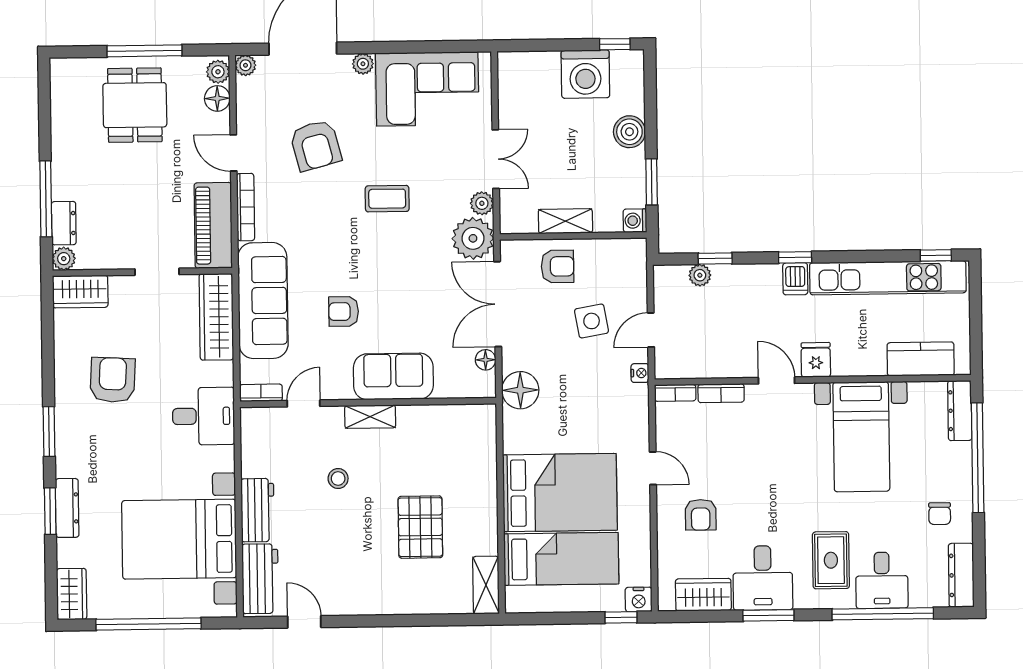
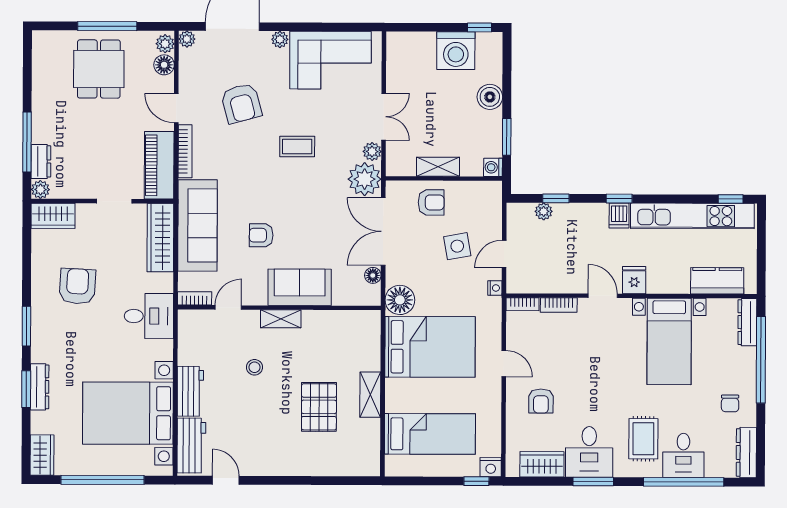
bed: (560, 493) -> (430, 347), moved
shelving: (486, 585) -> (370, 395), moved

